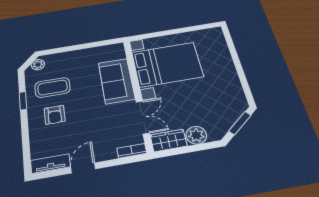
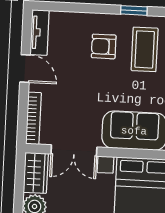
bookcase: (132, 151) -> (34, 118), width x1.56

